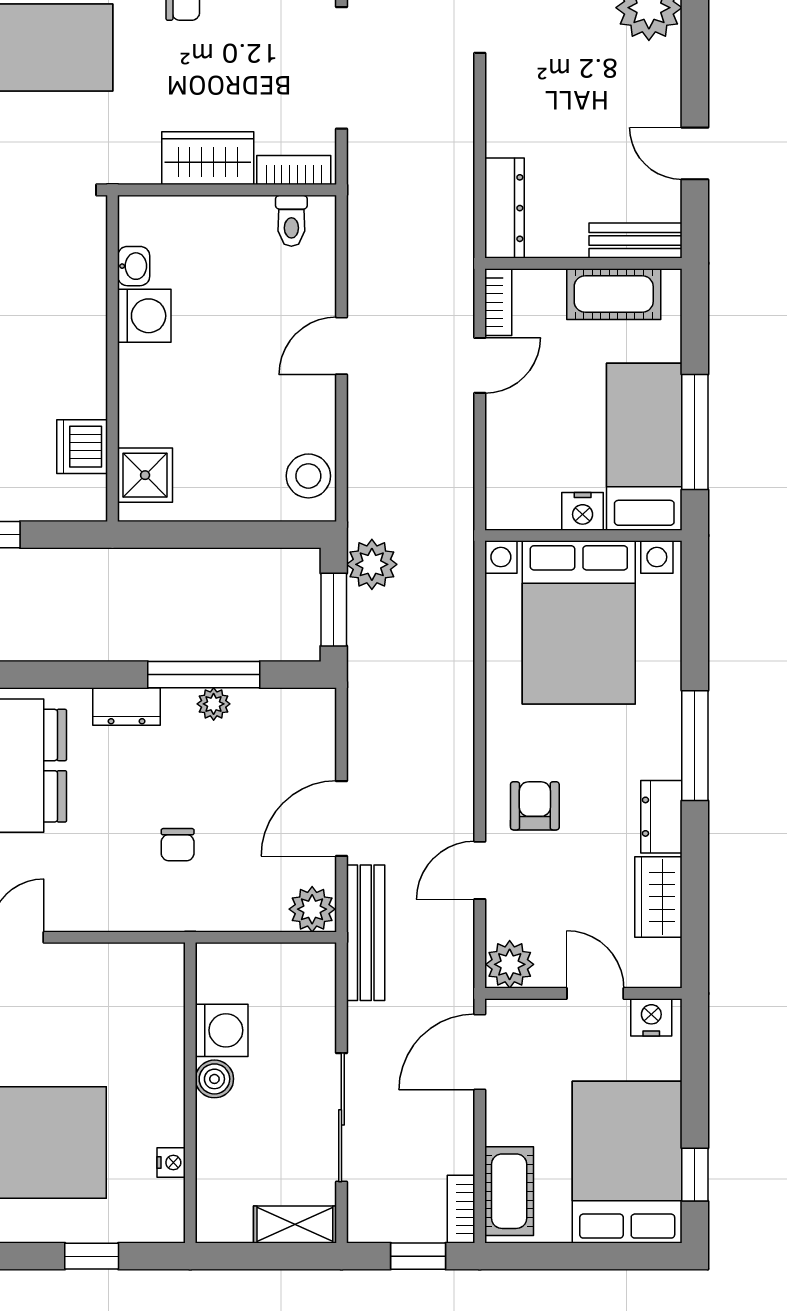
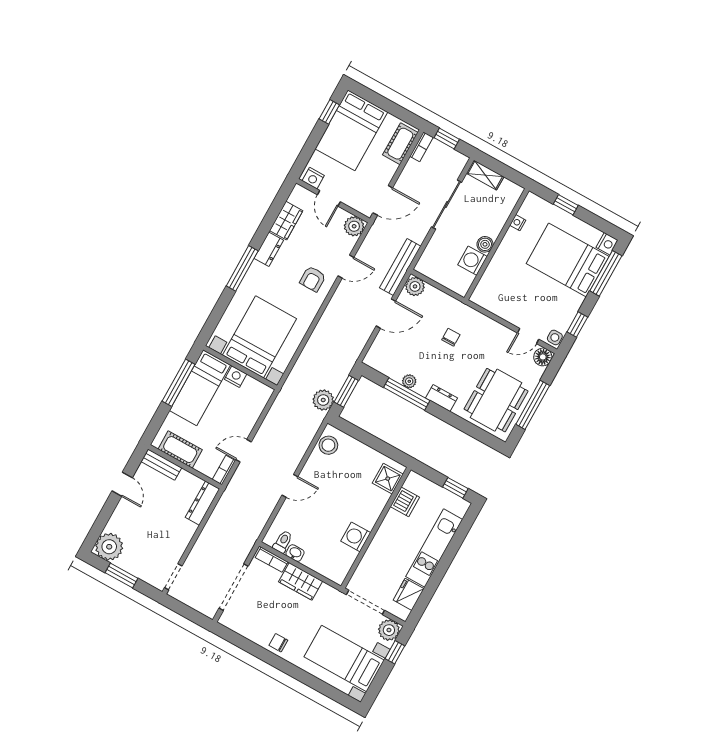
washbasin: (134, 266) -> (295, 553), moved, turned 90

